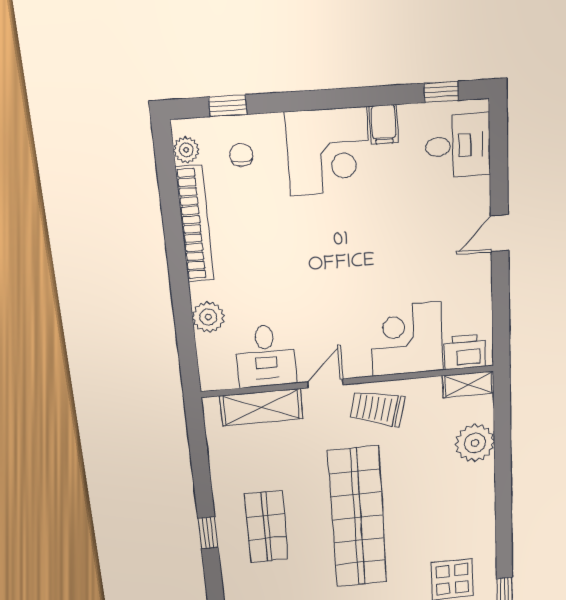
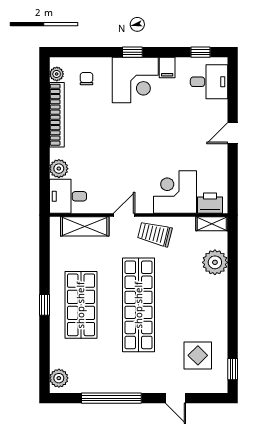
window: (228, 106) -> (132, 52), moved
desk: (266, 356) -> (68, 196), moved, turned 90
shop shelf: (267, 527) -> (81, 305), width x1.43, depth x1.36

